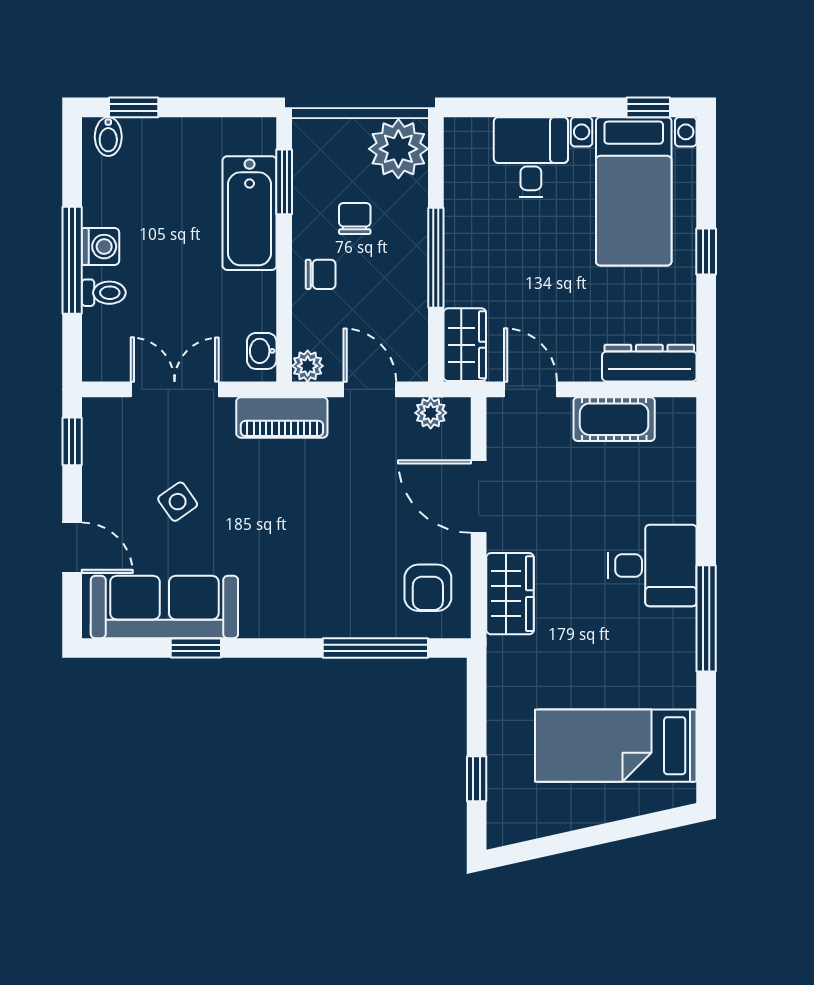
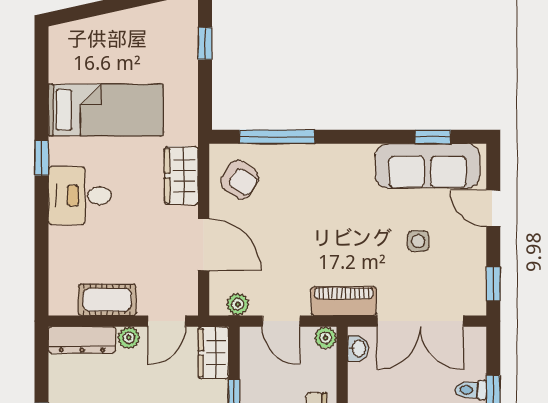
plant: (584, 366) -> (129, 338), added
double door: (175, 389) -> (420, 321), width x1.37
door: (530, 389) -> (167, 321), hinge flipped
side table: (178, 502) -> (418, 241), turned 35
armchair: (428, 588) -> (240, 180), turned 123
window: (706, 618) -> (41, 158), width x0.46
window: (196, 648) -> (433, 137), moved
bed: (616, 746) -> (106, 110), moved

